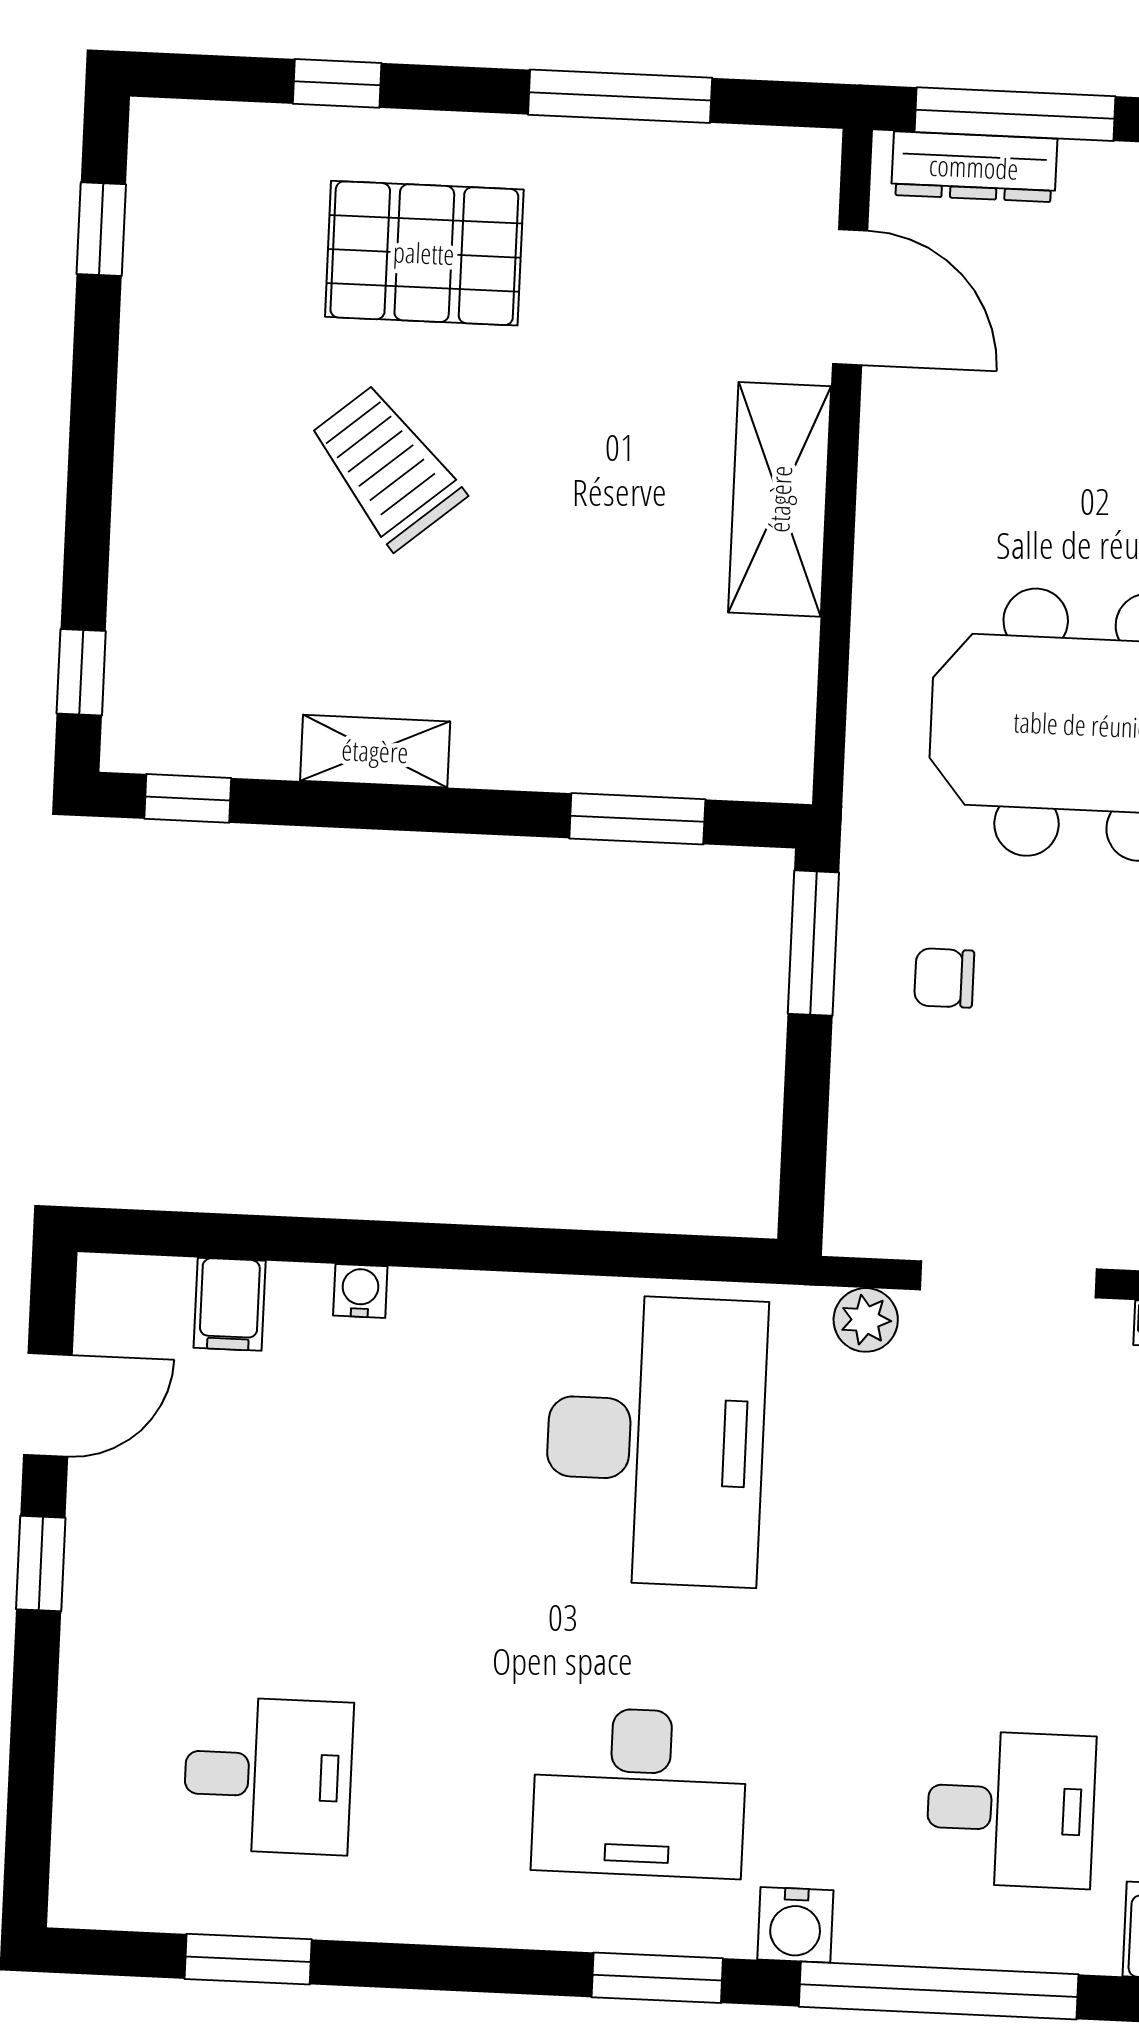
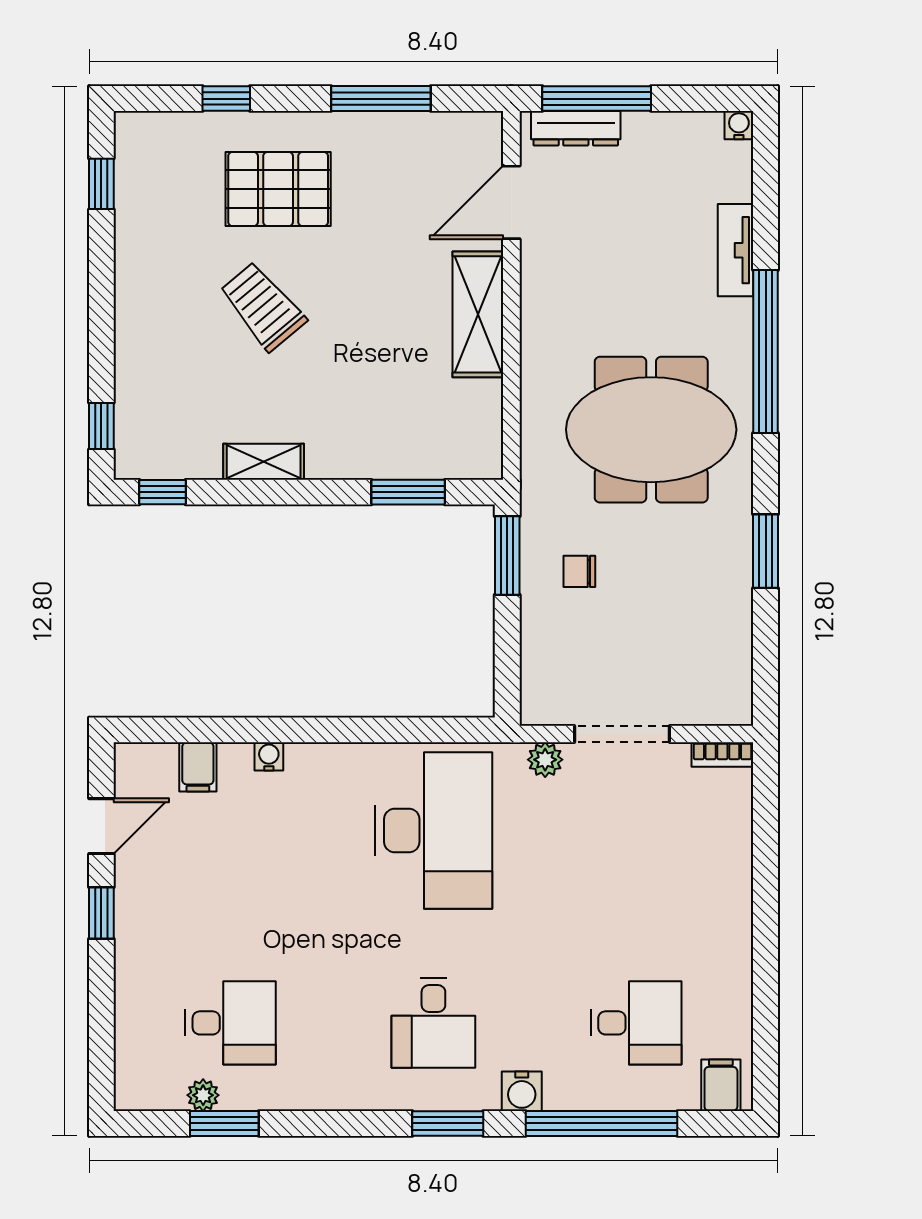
door: (850, 297) -> (511, 202), swing flipped
desk: (639, 1792) -> (433, 1023), width x0.73
plant: (212, 1906) -> (203, 1095), added

